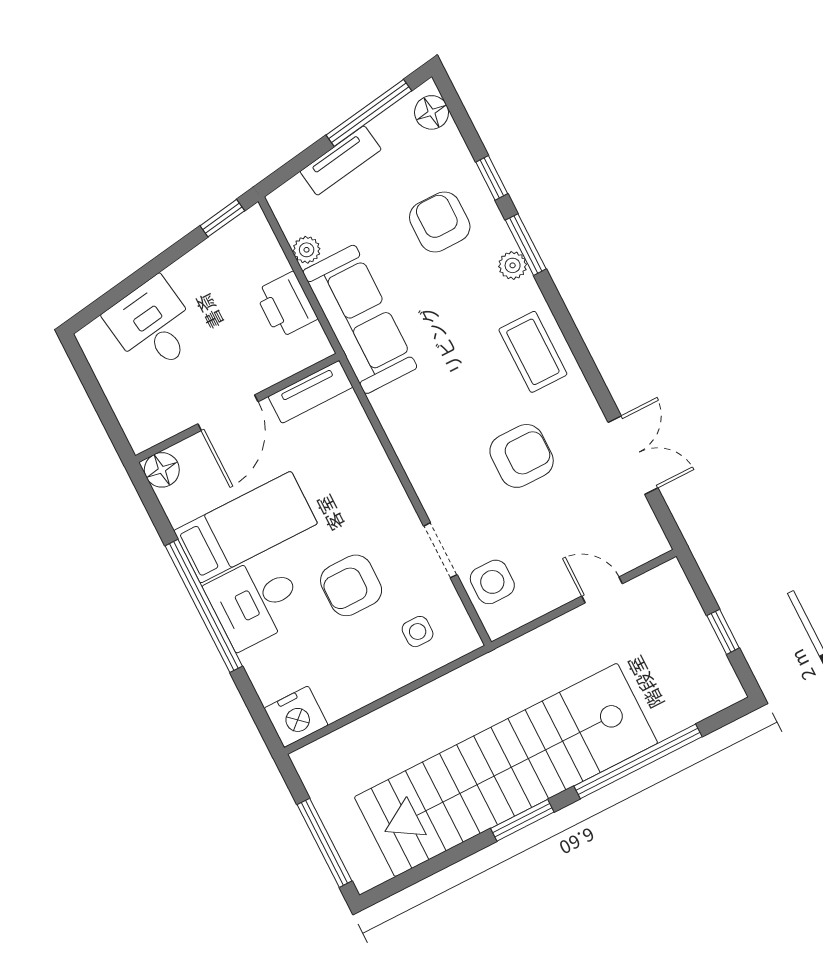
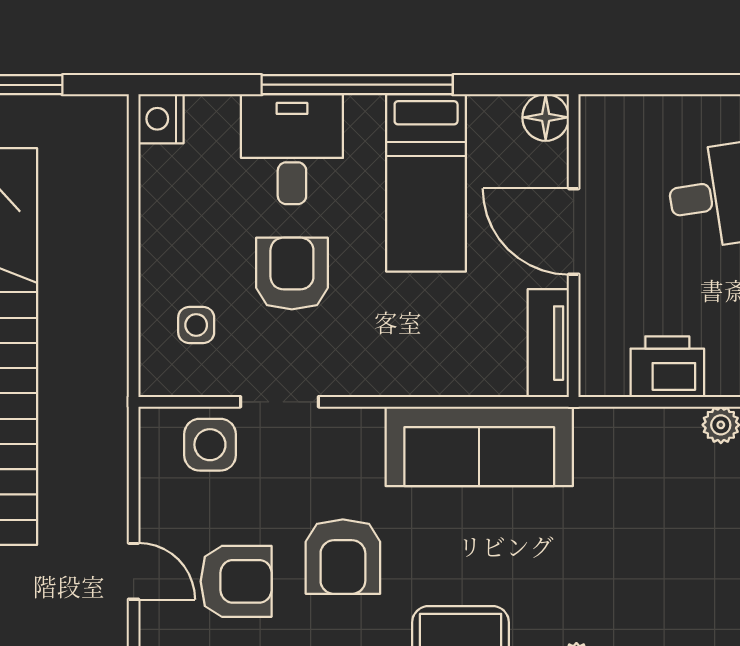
armchair: (440, 222) -> (236, 581), moved
sofa: (360, 319) -> (479, 446), moved
door: (602, 590) -> (134, 571), hinge flipped
desk: (255, 601) -> (292, 149), moved
nightstand: (296, 717) -> (161, 119), width x0.74, depth x0.75

